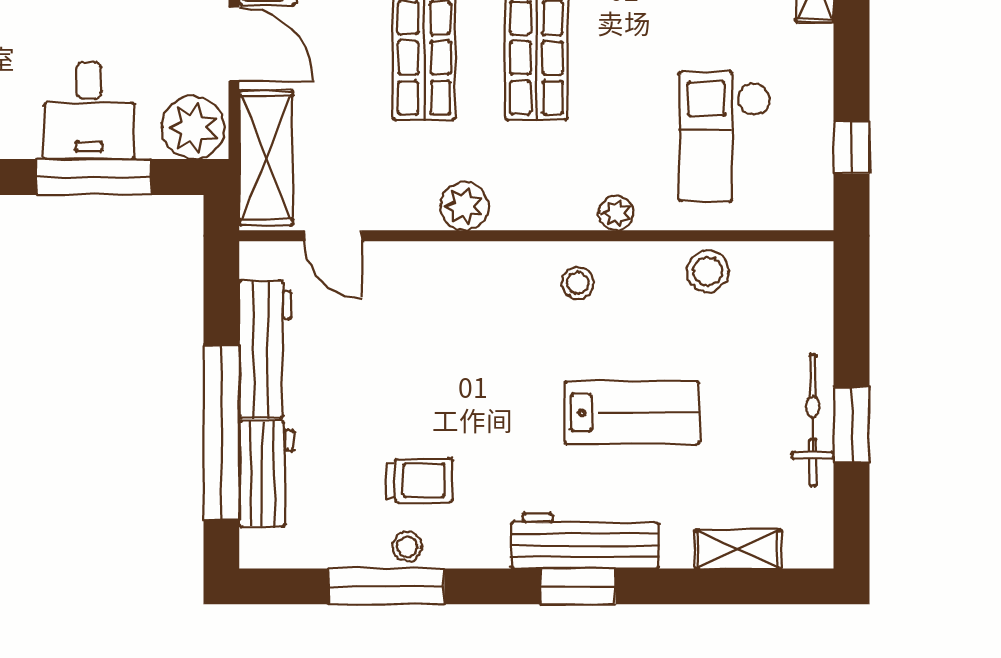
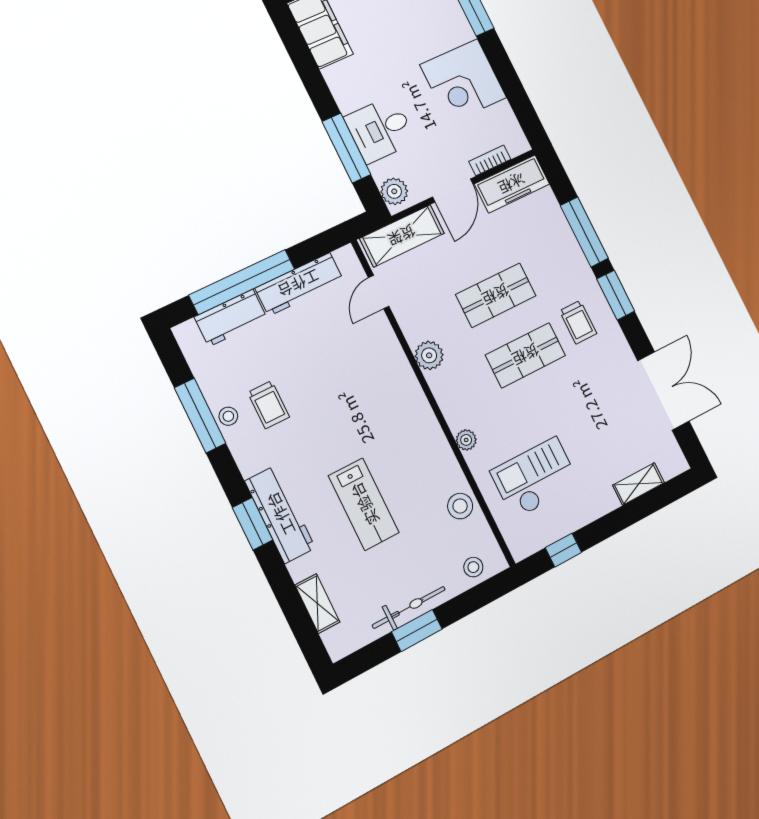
plant: (193, 128) -> (394, 191), width x0.73, depth x0.73
stool: (578, 283) -> (473, 567), moved

